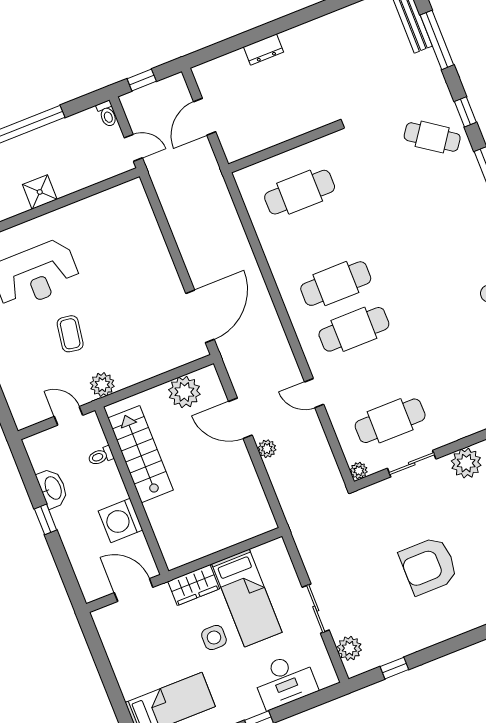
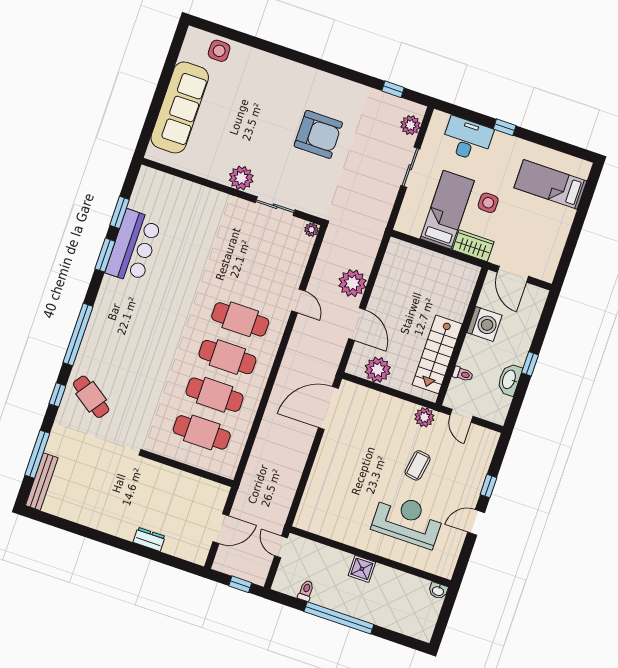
toilet: (107, 114) -> (306, 591), moved
cafe table: (390, 421) -> (215, 395), moved
plant: (267, 449) -> (352, 283), width x1.87, depth x1.87

